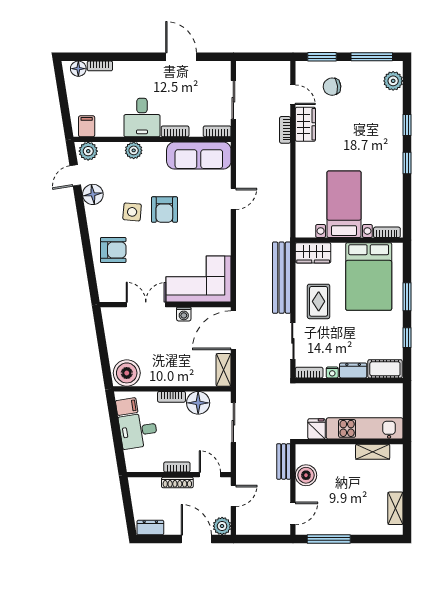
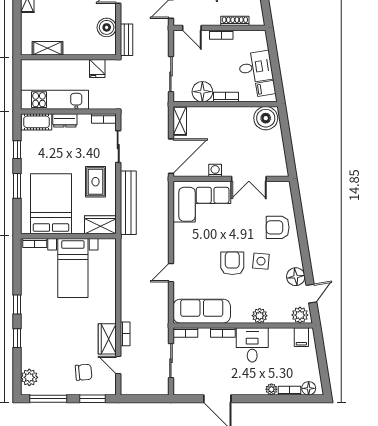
plant: (120, 67) -> (271, 389), added
nightstand: (332, 372) -> (83, 119), removed
kitchen unit: (365, 428) -> (55, 100), moved, turned 180
shoe rack: (177, 483) -> (235, 21), moved

